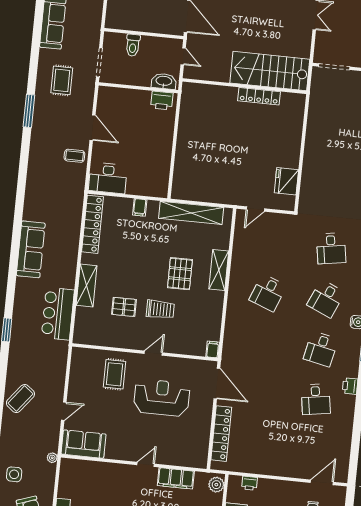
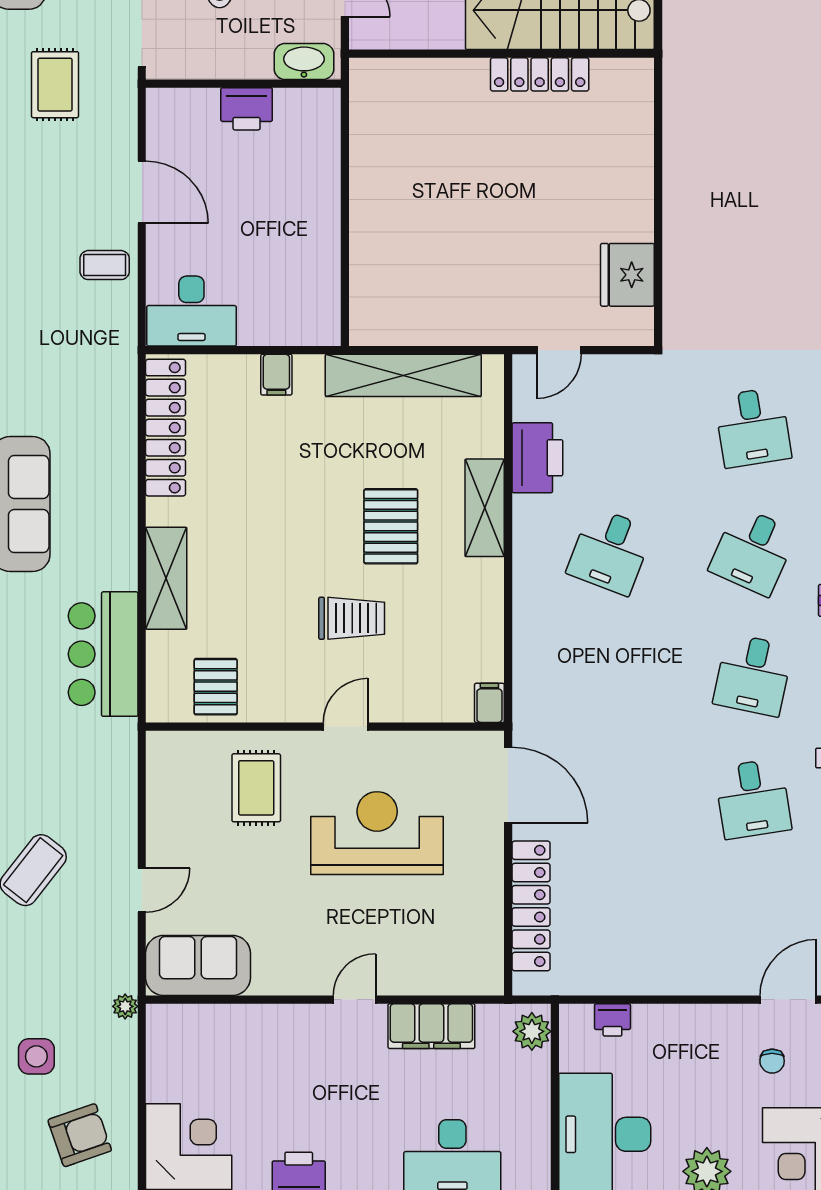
printer: (162, 100) -> (247, 109), moved
printer: (242, 252) -> (537, 458), added
pallet: (124, 307) -> (216, 687), moved, turned 90

